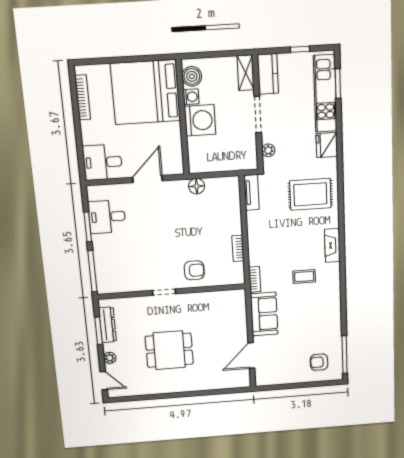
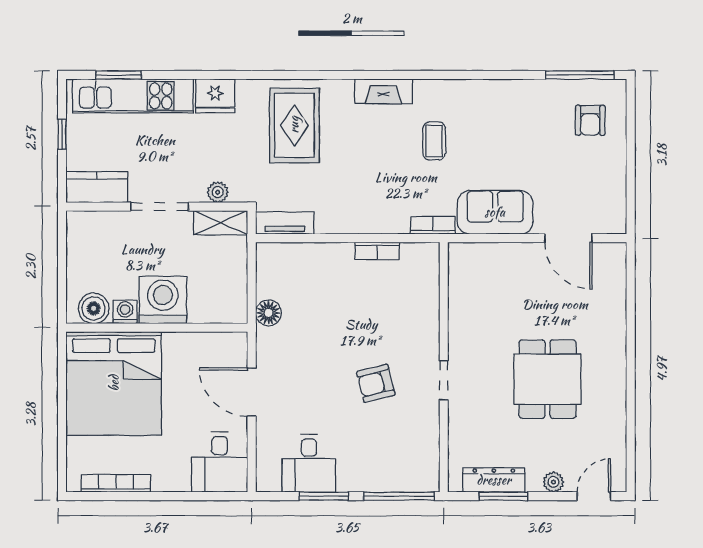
shelving: (246, 73) -> (221, 223), moved
armchair: (194, 270) -> (376, 383), moved, turned -104

